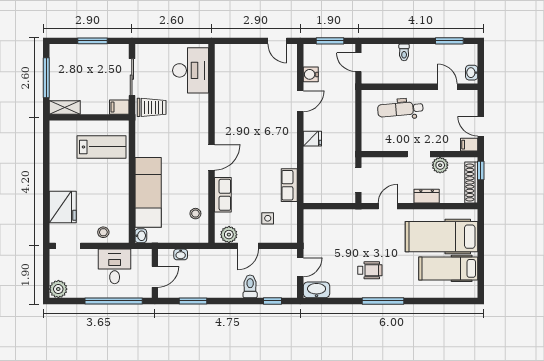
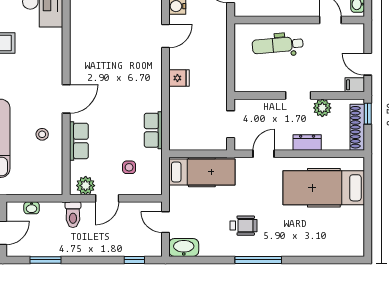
stool: (195, 214) -> (42, 134), moved
door: (300, 267) -> (166, 222), swing flipped
hospital bed: (448, 268) -> (202, 172), moved, turned 180
toilet: (250, 286) -> (73, 215), moved, turned 180

